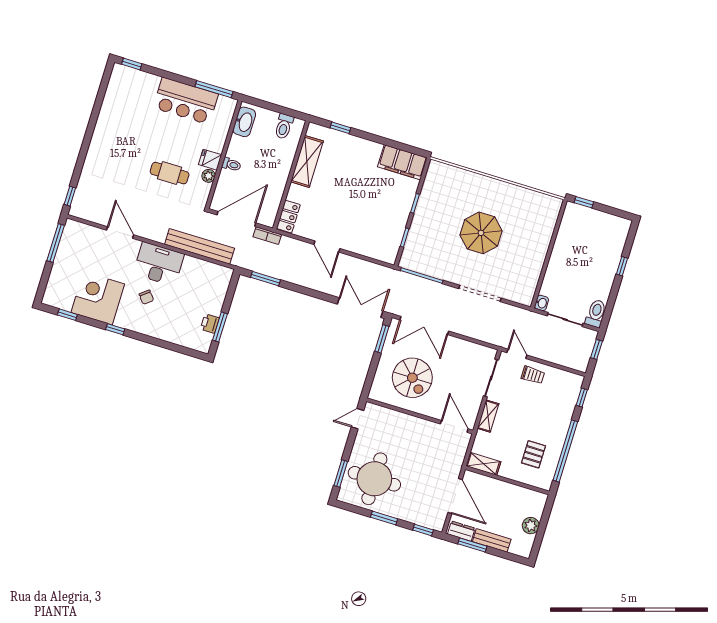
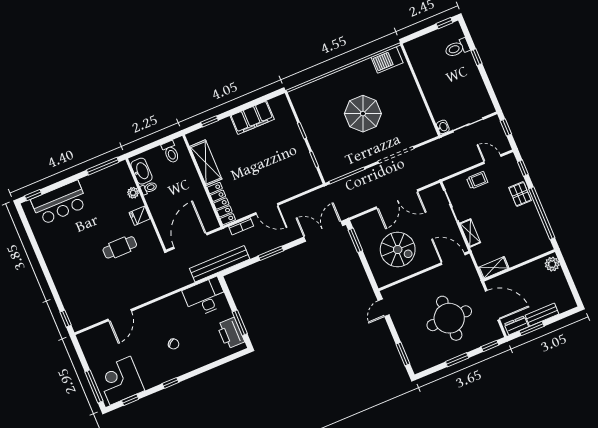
bar counter: (186, 101) -> (59, 203), moved
filing cabinet: (402, 162) -> (252, 118), moved
toilet: (231, 165) -> (149, 188), moved
plant: (209, 176) -> (133, 193), moved
window: (584, 202) -> (444, 23), moved
barbecue: (541, 203) -> (387, 60), added
locker: (288, 217) -> (221, 204), width x1.53
door: (120, 233) -> (120, 315), swing flipped
bookcase: (267, 236) -> (241, 226), moved
window: (56, 243) -> (94, 386), moved
bench: (200, 246) -> (220, 264), moved
desk: (159, 264) -> (205, 297), moved
window: (266, 279) -> (271, 253), moved
corner desk: (98, 298) -> (120, 381), moved
toilet: (596, 313) -> (457, 48), moved, turned -90
printer: (210, 323) -> (231, 333), width x1.87, depth x1.48
double door: (424, 326) -> (397, 199), moved
door: (517, 354) -> (492, 159), moved
pallet: (533, 454) -> (520, 194), moved
round table: (374, 479) -> (449, 318), moved
plant: (531, 526) -> (552, 264), moved

